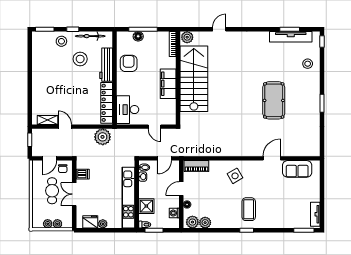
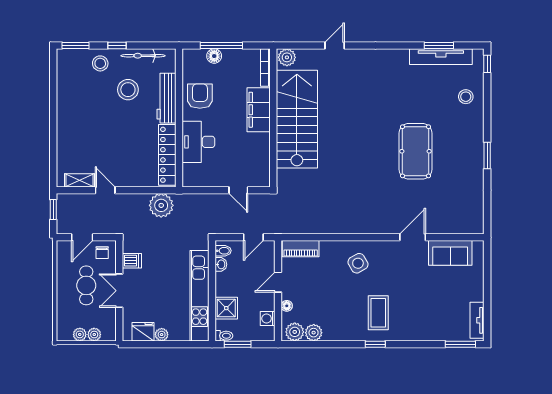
filing cabinet: (168, 84) -> (259, 110), moved
desk: (128, 110) -> (198, 142), moved

